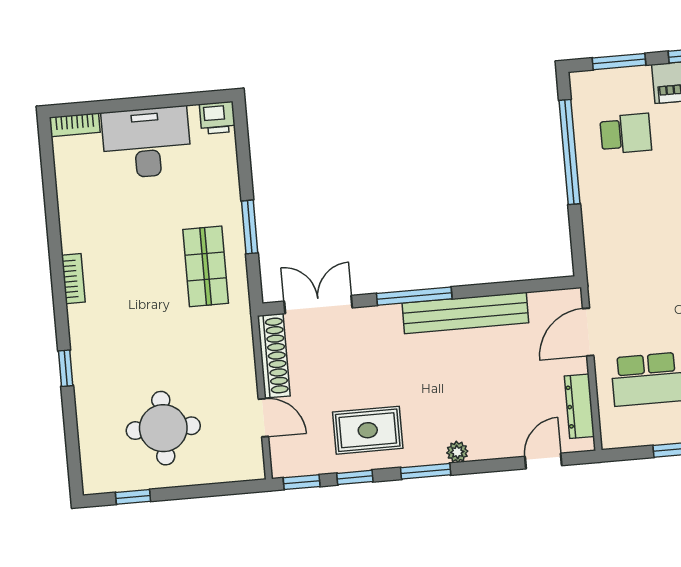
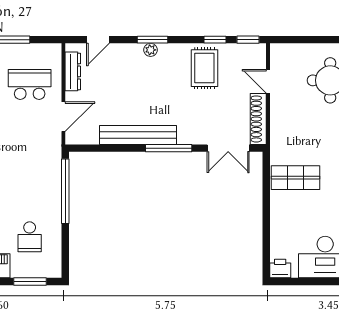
school desk: (626, 134) -> (30, 237), turned -90
window: (569, 152) -> (65, 191), moved
window: (250, 227) -> (266, 200), removed
shop shelf: (206, 266) -> (295, 178), turned 90
rug: (368, 430) -> (204, 68), turned 90
window: (426, 471) -> (153, 40), moved

